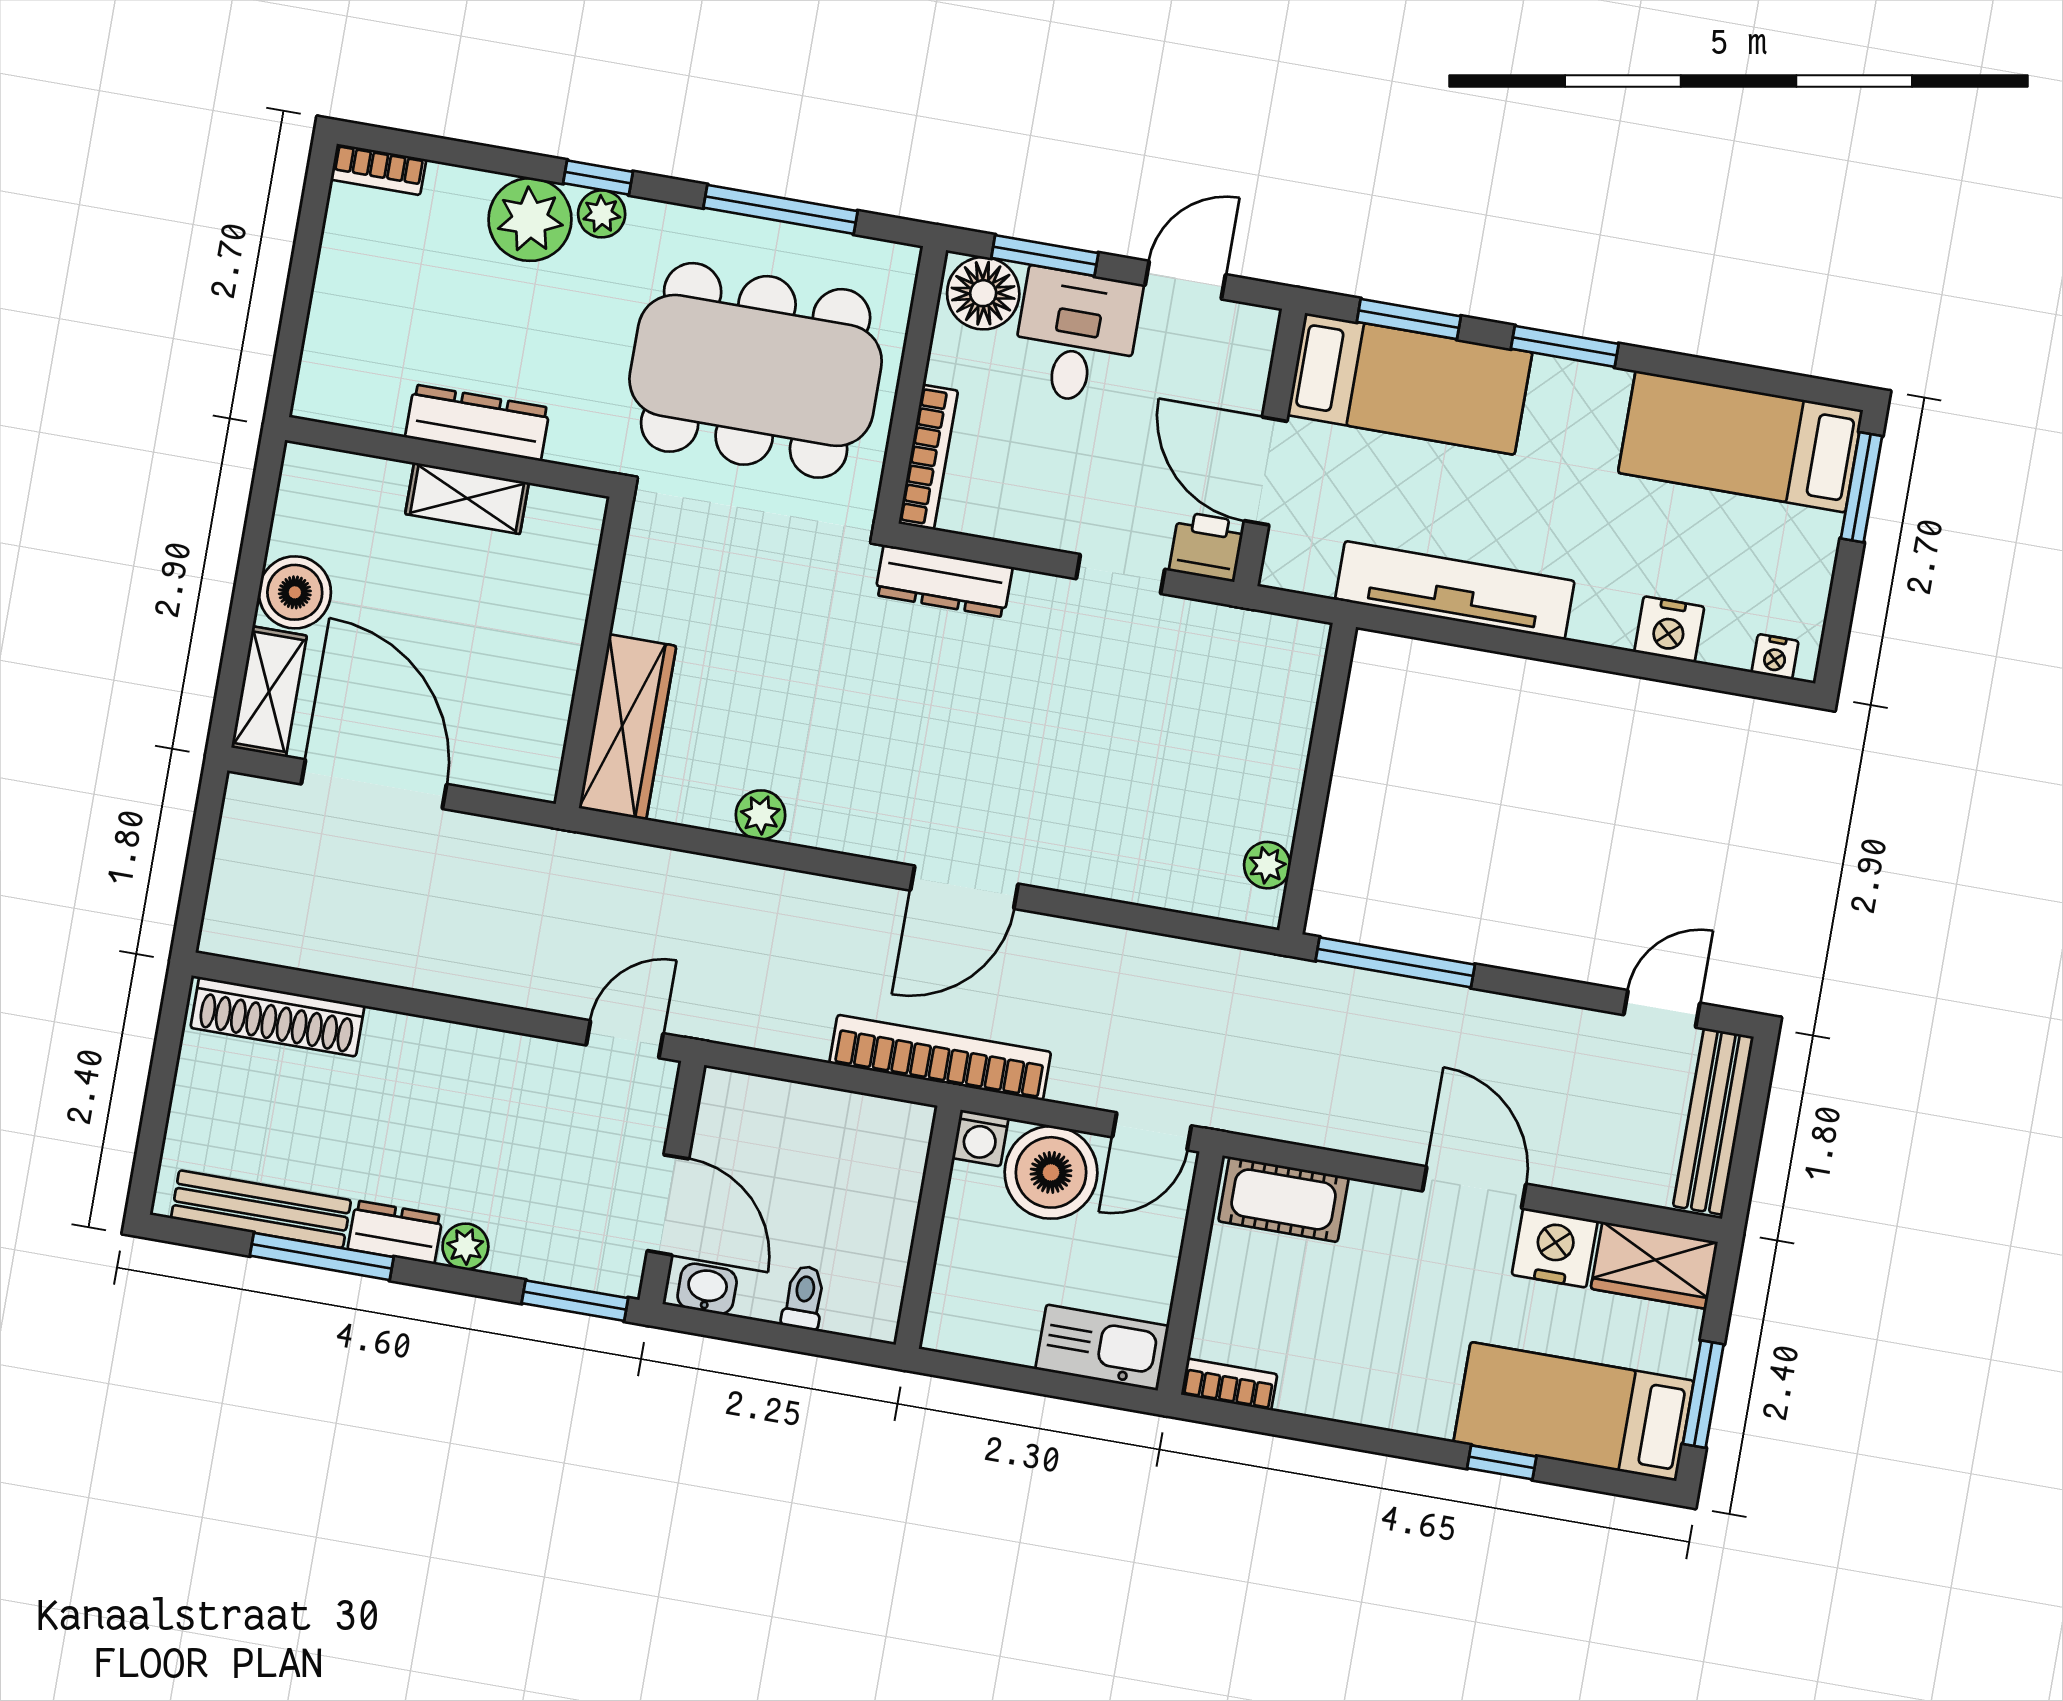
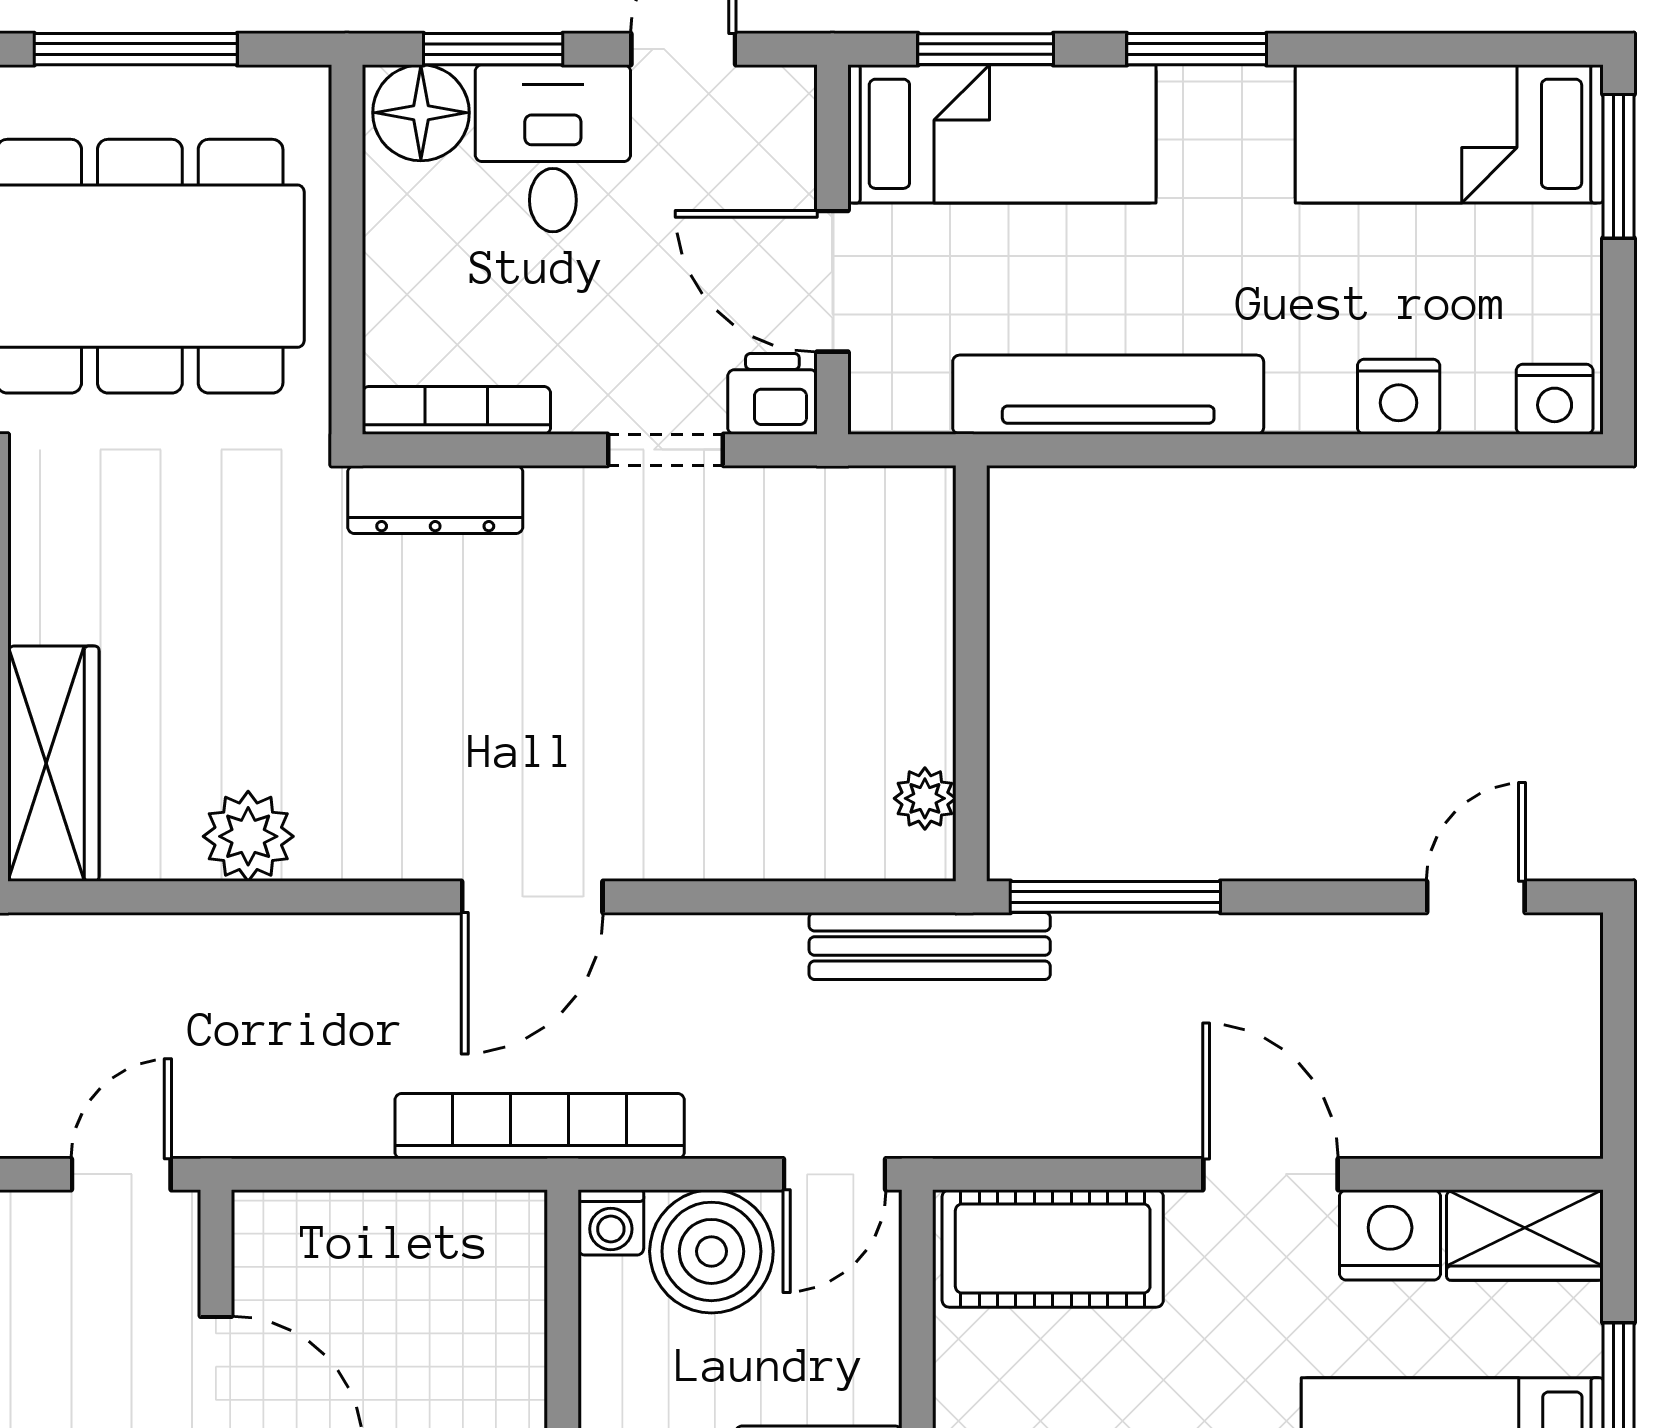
bookcase: (928, 457) -> (456, 410), moved, turned -90
nightstand: (1775, 657) -> (1555, 399), width x1.39, depth x1.35
plant: (761, 815) -> (248, 836), width x1.38, depth x1.38
bench: (1713, 1121) -> (930, 946), moved, turned 90
cot: (1283, 1199) -> (1053, 1248), width x1.37, depth x1.34

